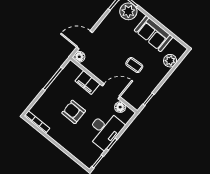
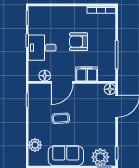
armchair: (74, 112) -> (79, 42), turned 180
desk: (105, 130) -> (42, 48), width x0.73

